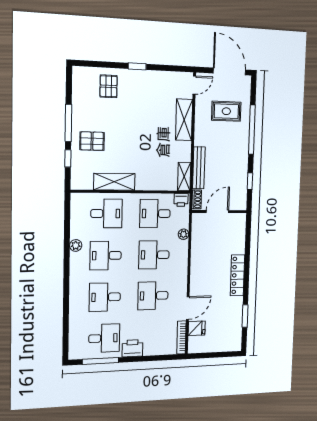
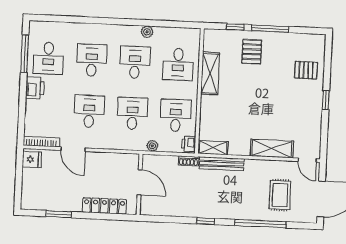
door: (217, 212) -> (140, 182), moved
wall: (219, 212) -> (140, 184), moved
fridge: (197, 328) -> (32, 159), moved, turned -90

